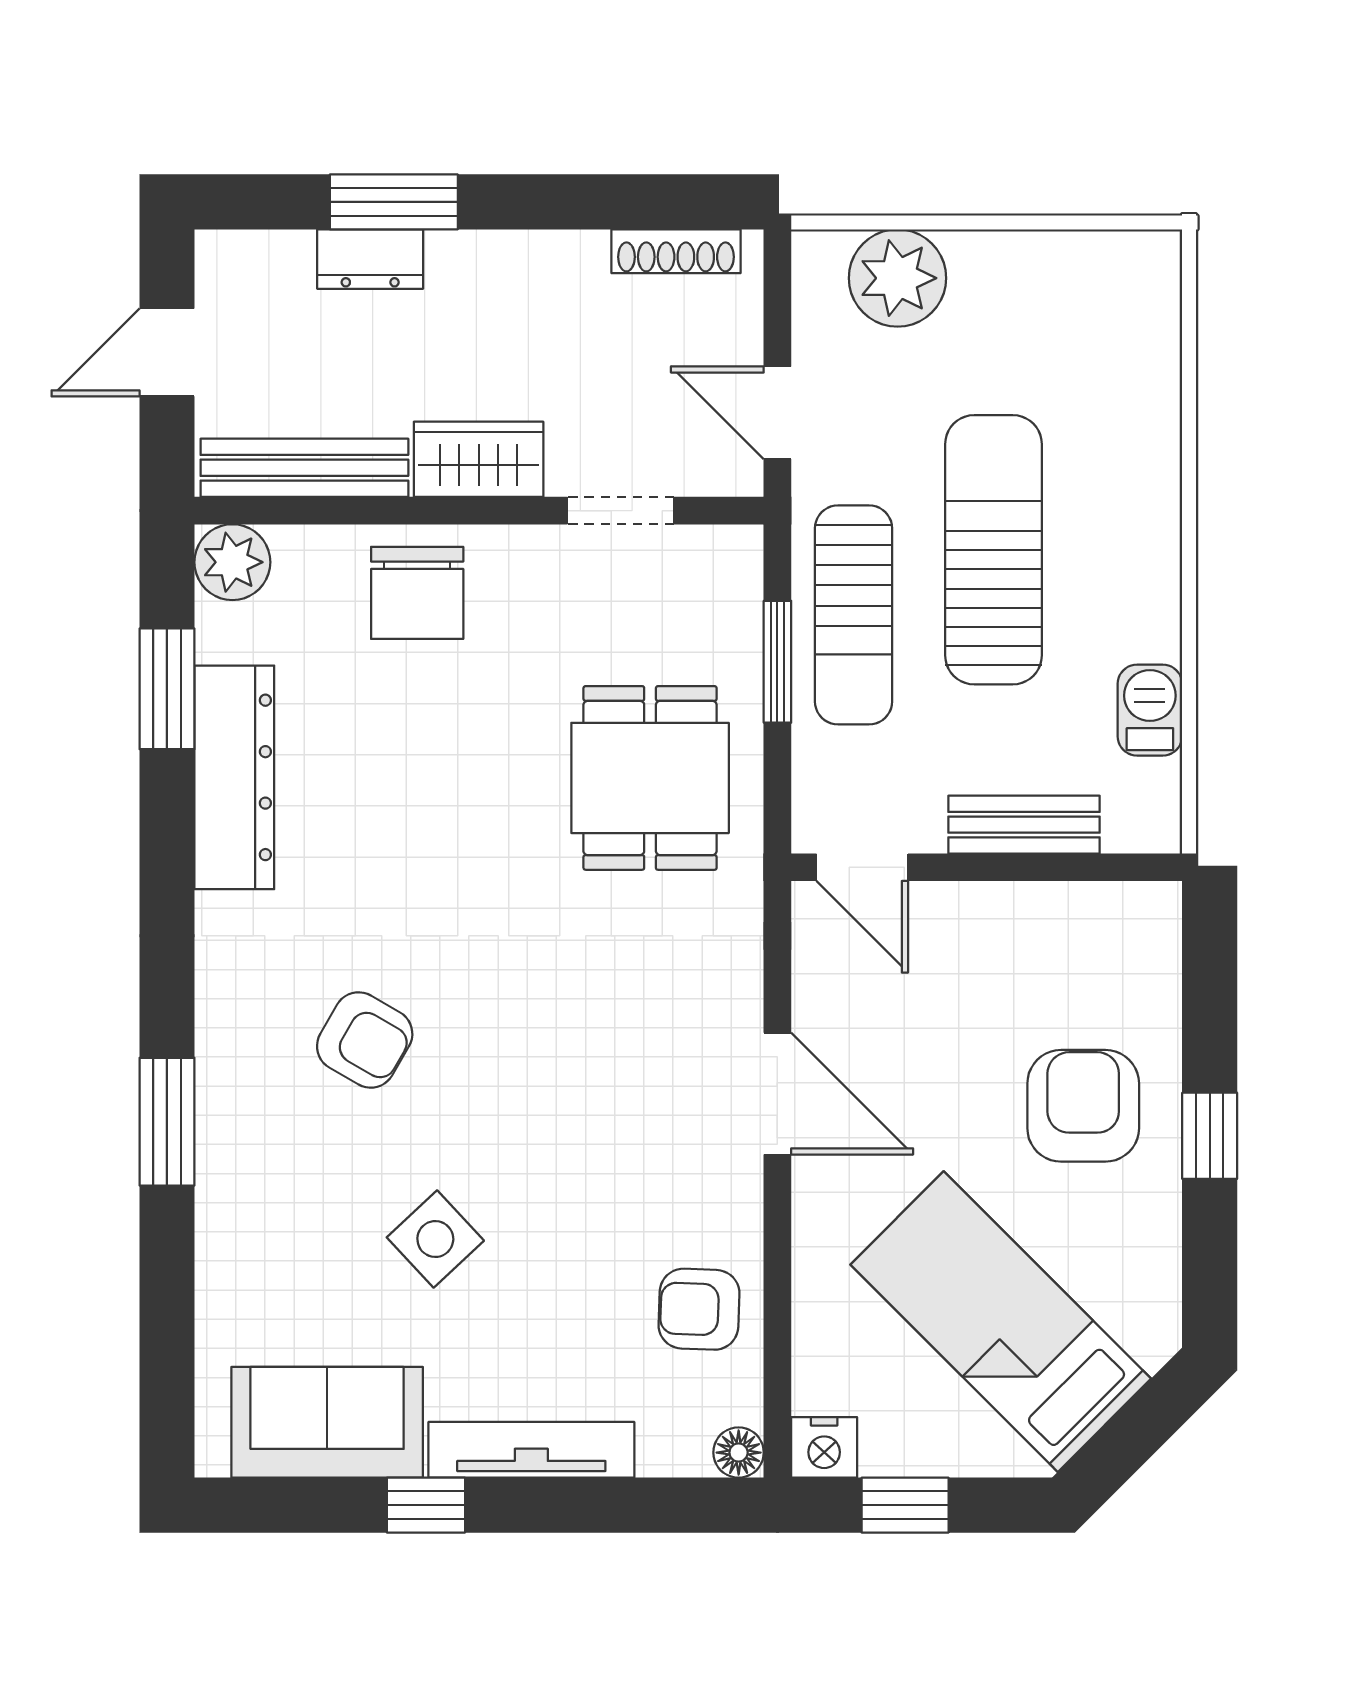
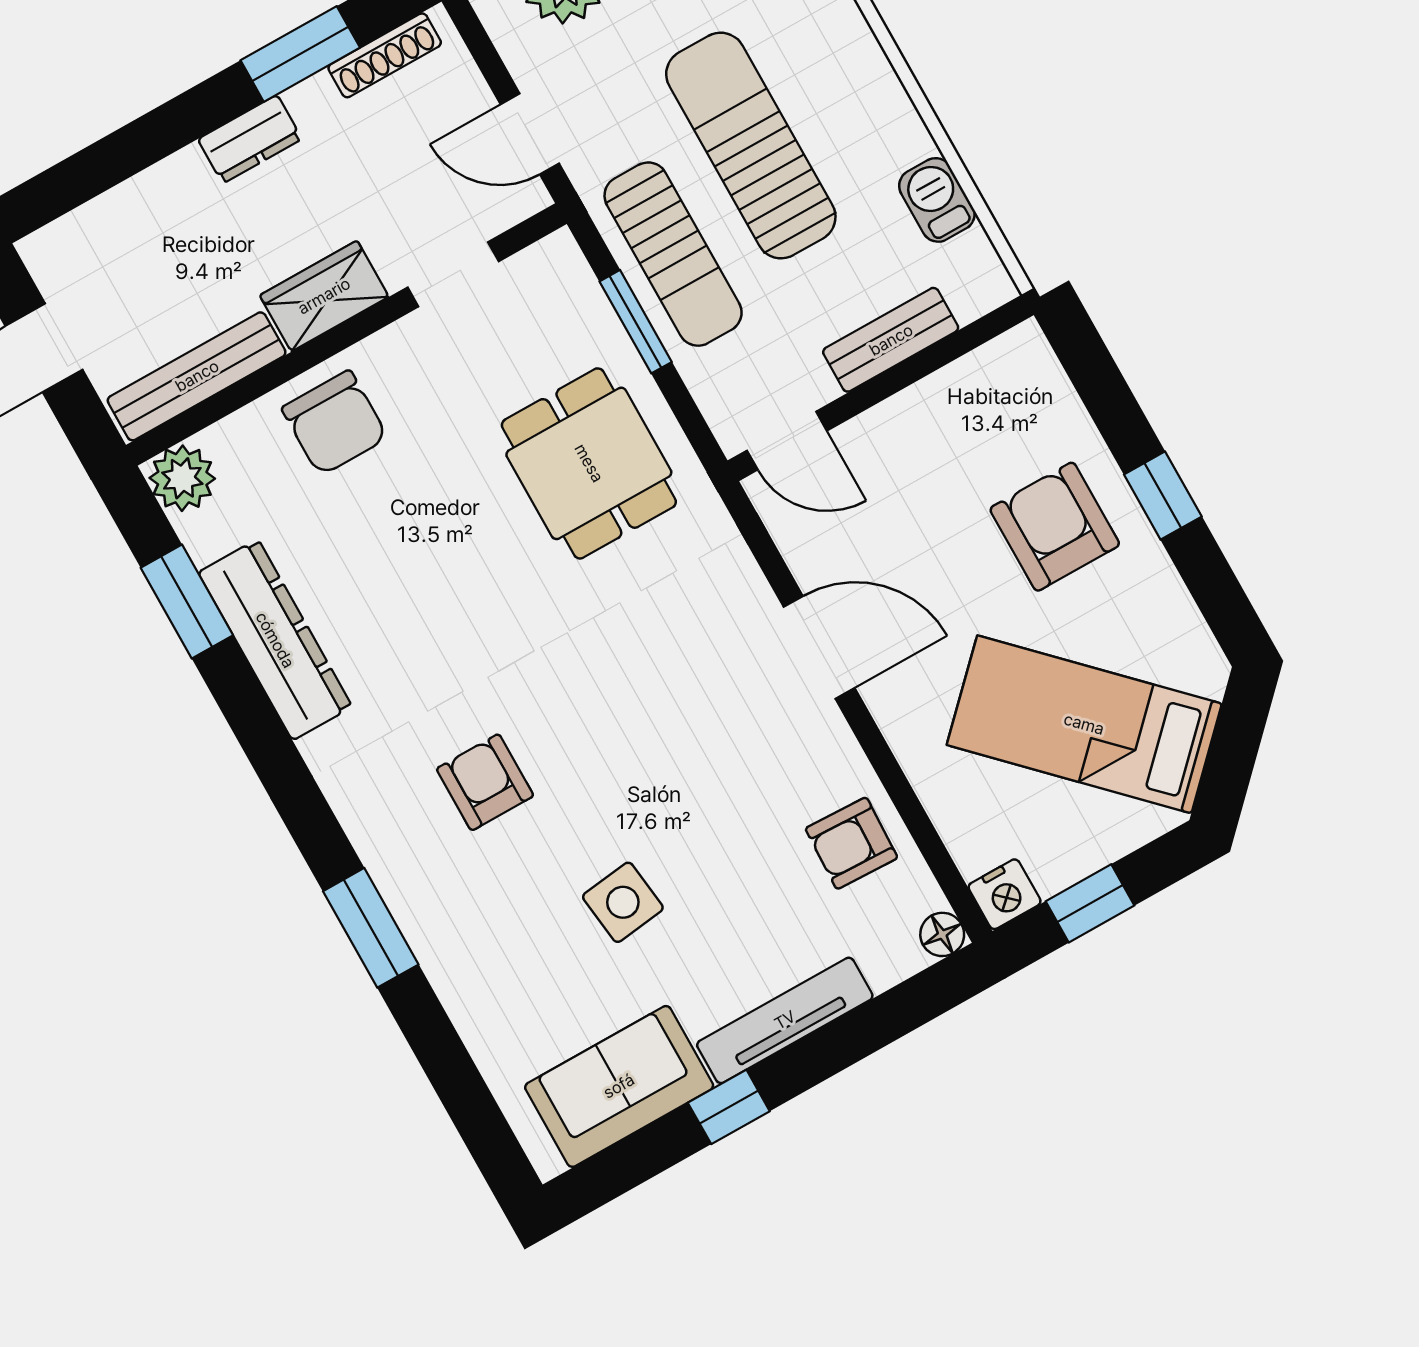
window: (394, 202) -> (300, 54), moved
dresser: (370, 259) -> (250, 139), moved
armchair: (365, 1040) -> (485, 782), turned -120
side table: (435, 1239) -> (623, 902), turned 36

